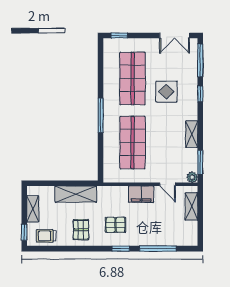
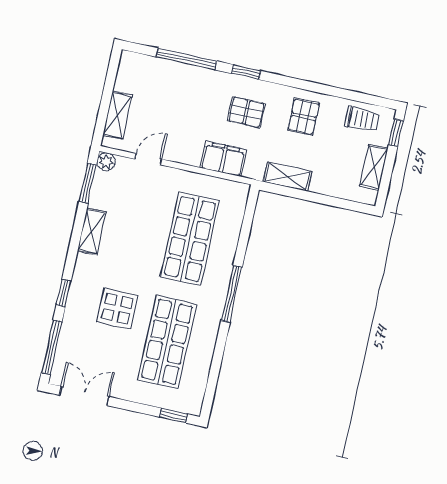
door: (168, 184) -> (148, 159), hinge flipped
shelving: (76, 194) -> (288, 177), width x0.67, depth x0.75
filing cabinet: (141, 194) -> (223, 159), moved

